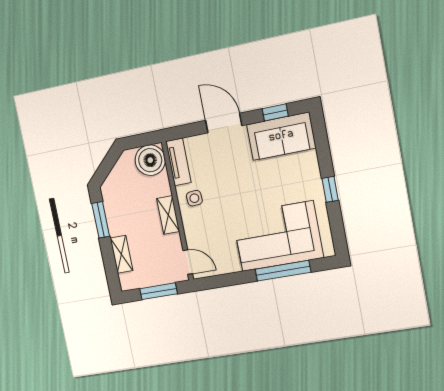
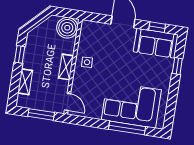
tv unit: (178, 162) -> (85, 36), removed
window: (330, 189) -> (177, 66), moved
window: (101, 220) -> (20, 54), width x0.67

